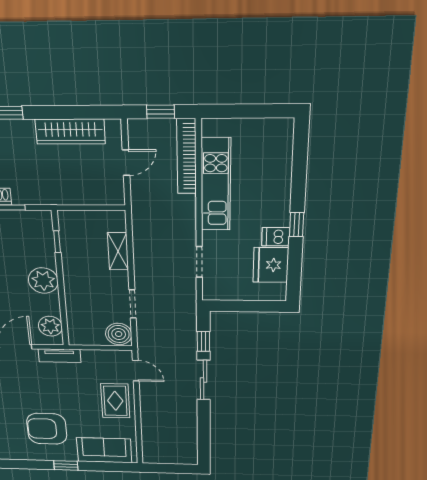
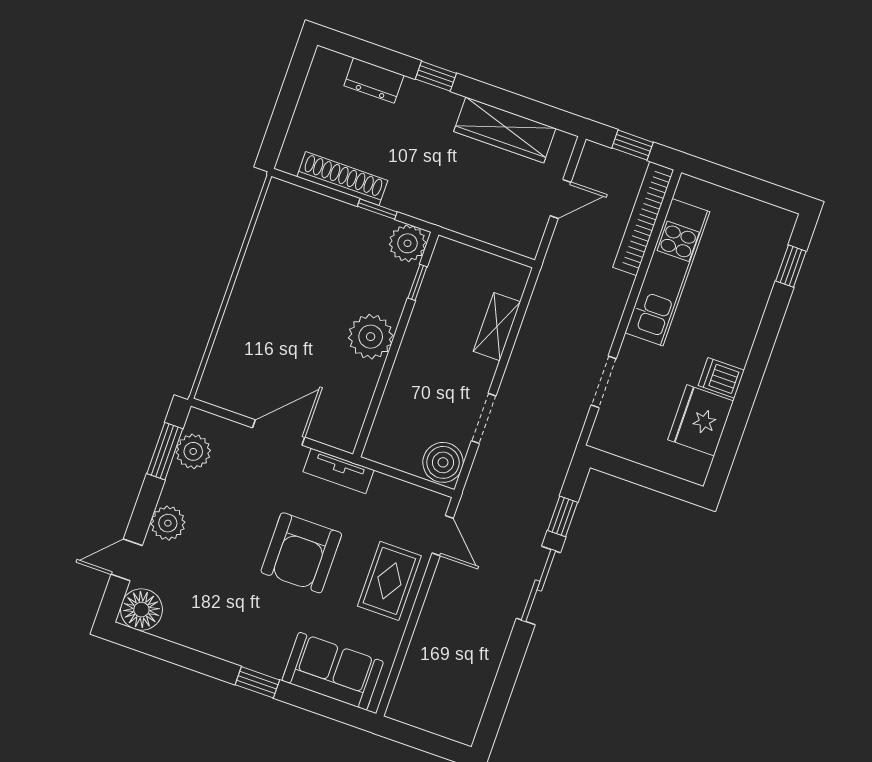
window: (297, 225) -> (791, 266), moved
plant: (50, 326) -> (408, 243), moved
armchair: (47, 429) -> (301, 553), moved, turned -90

